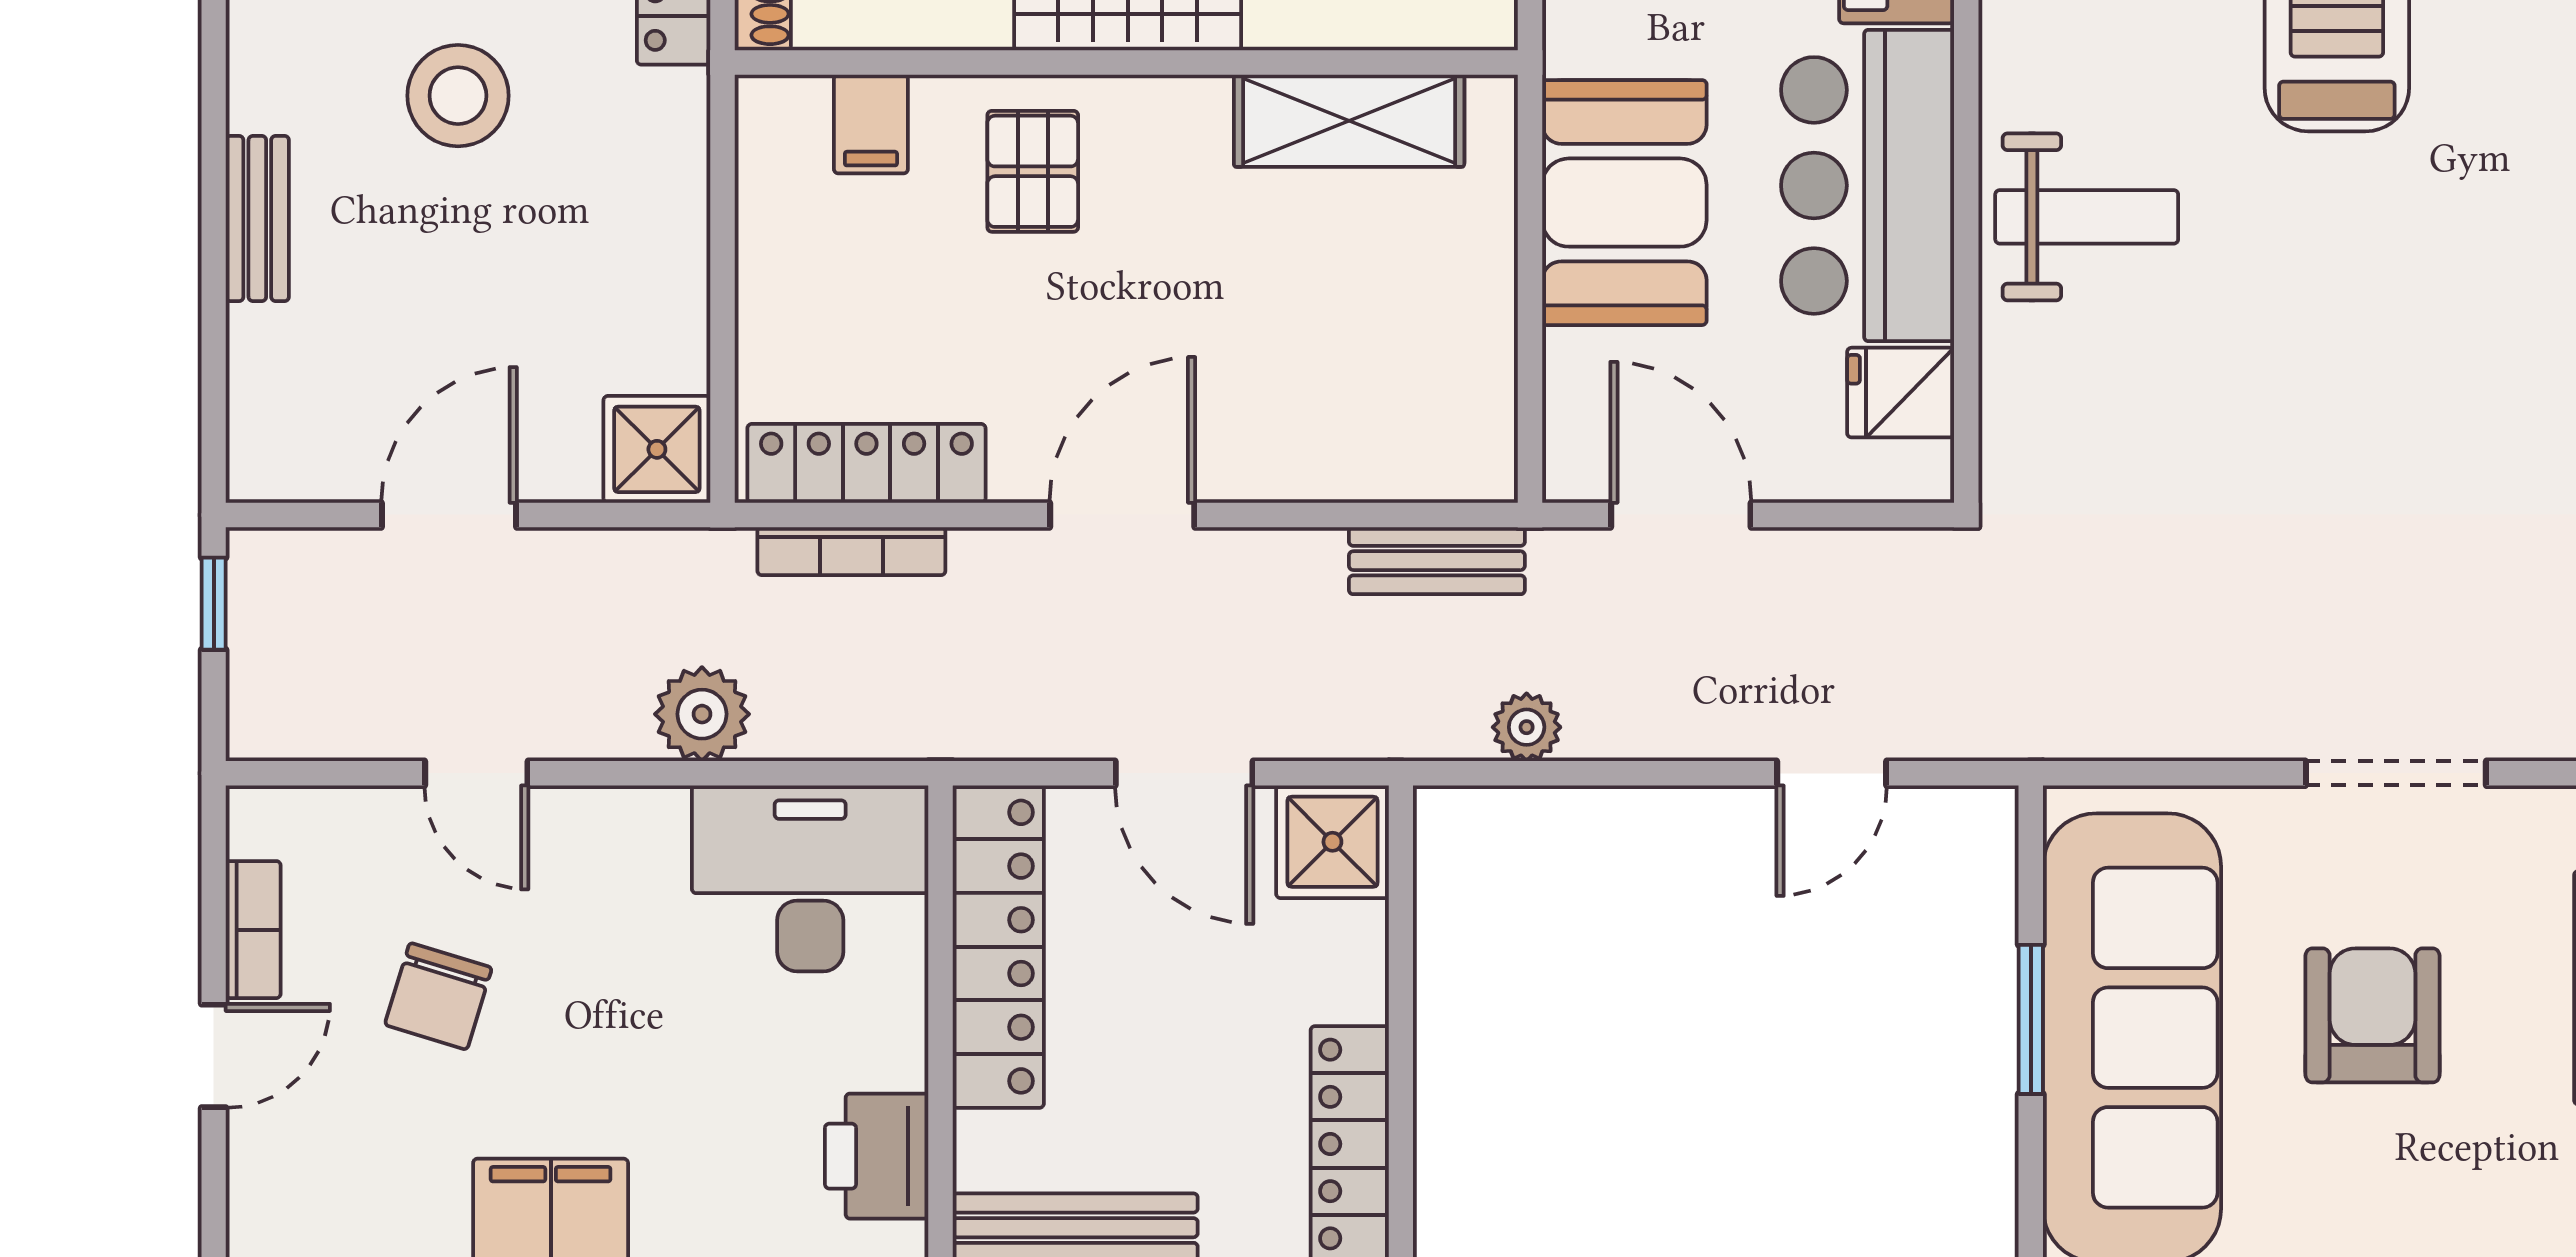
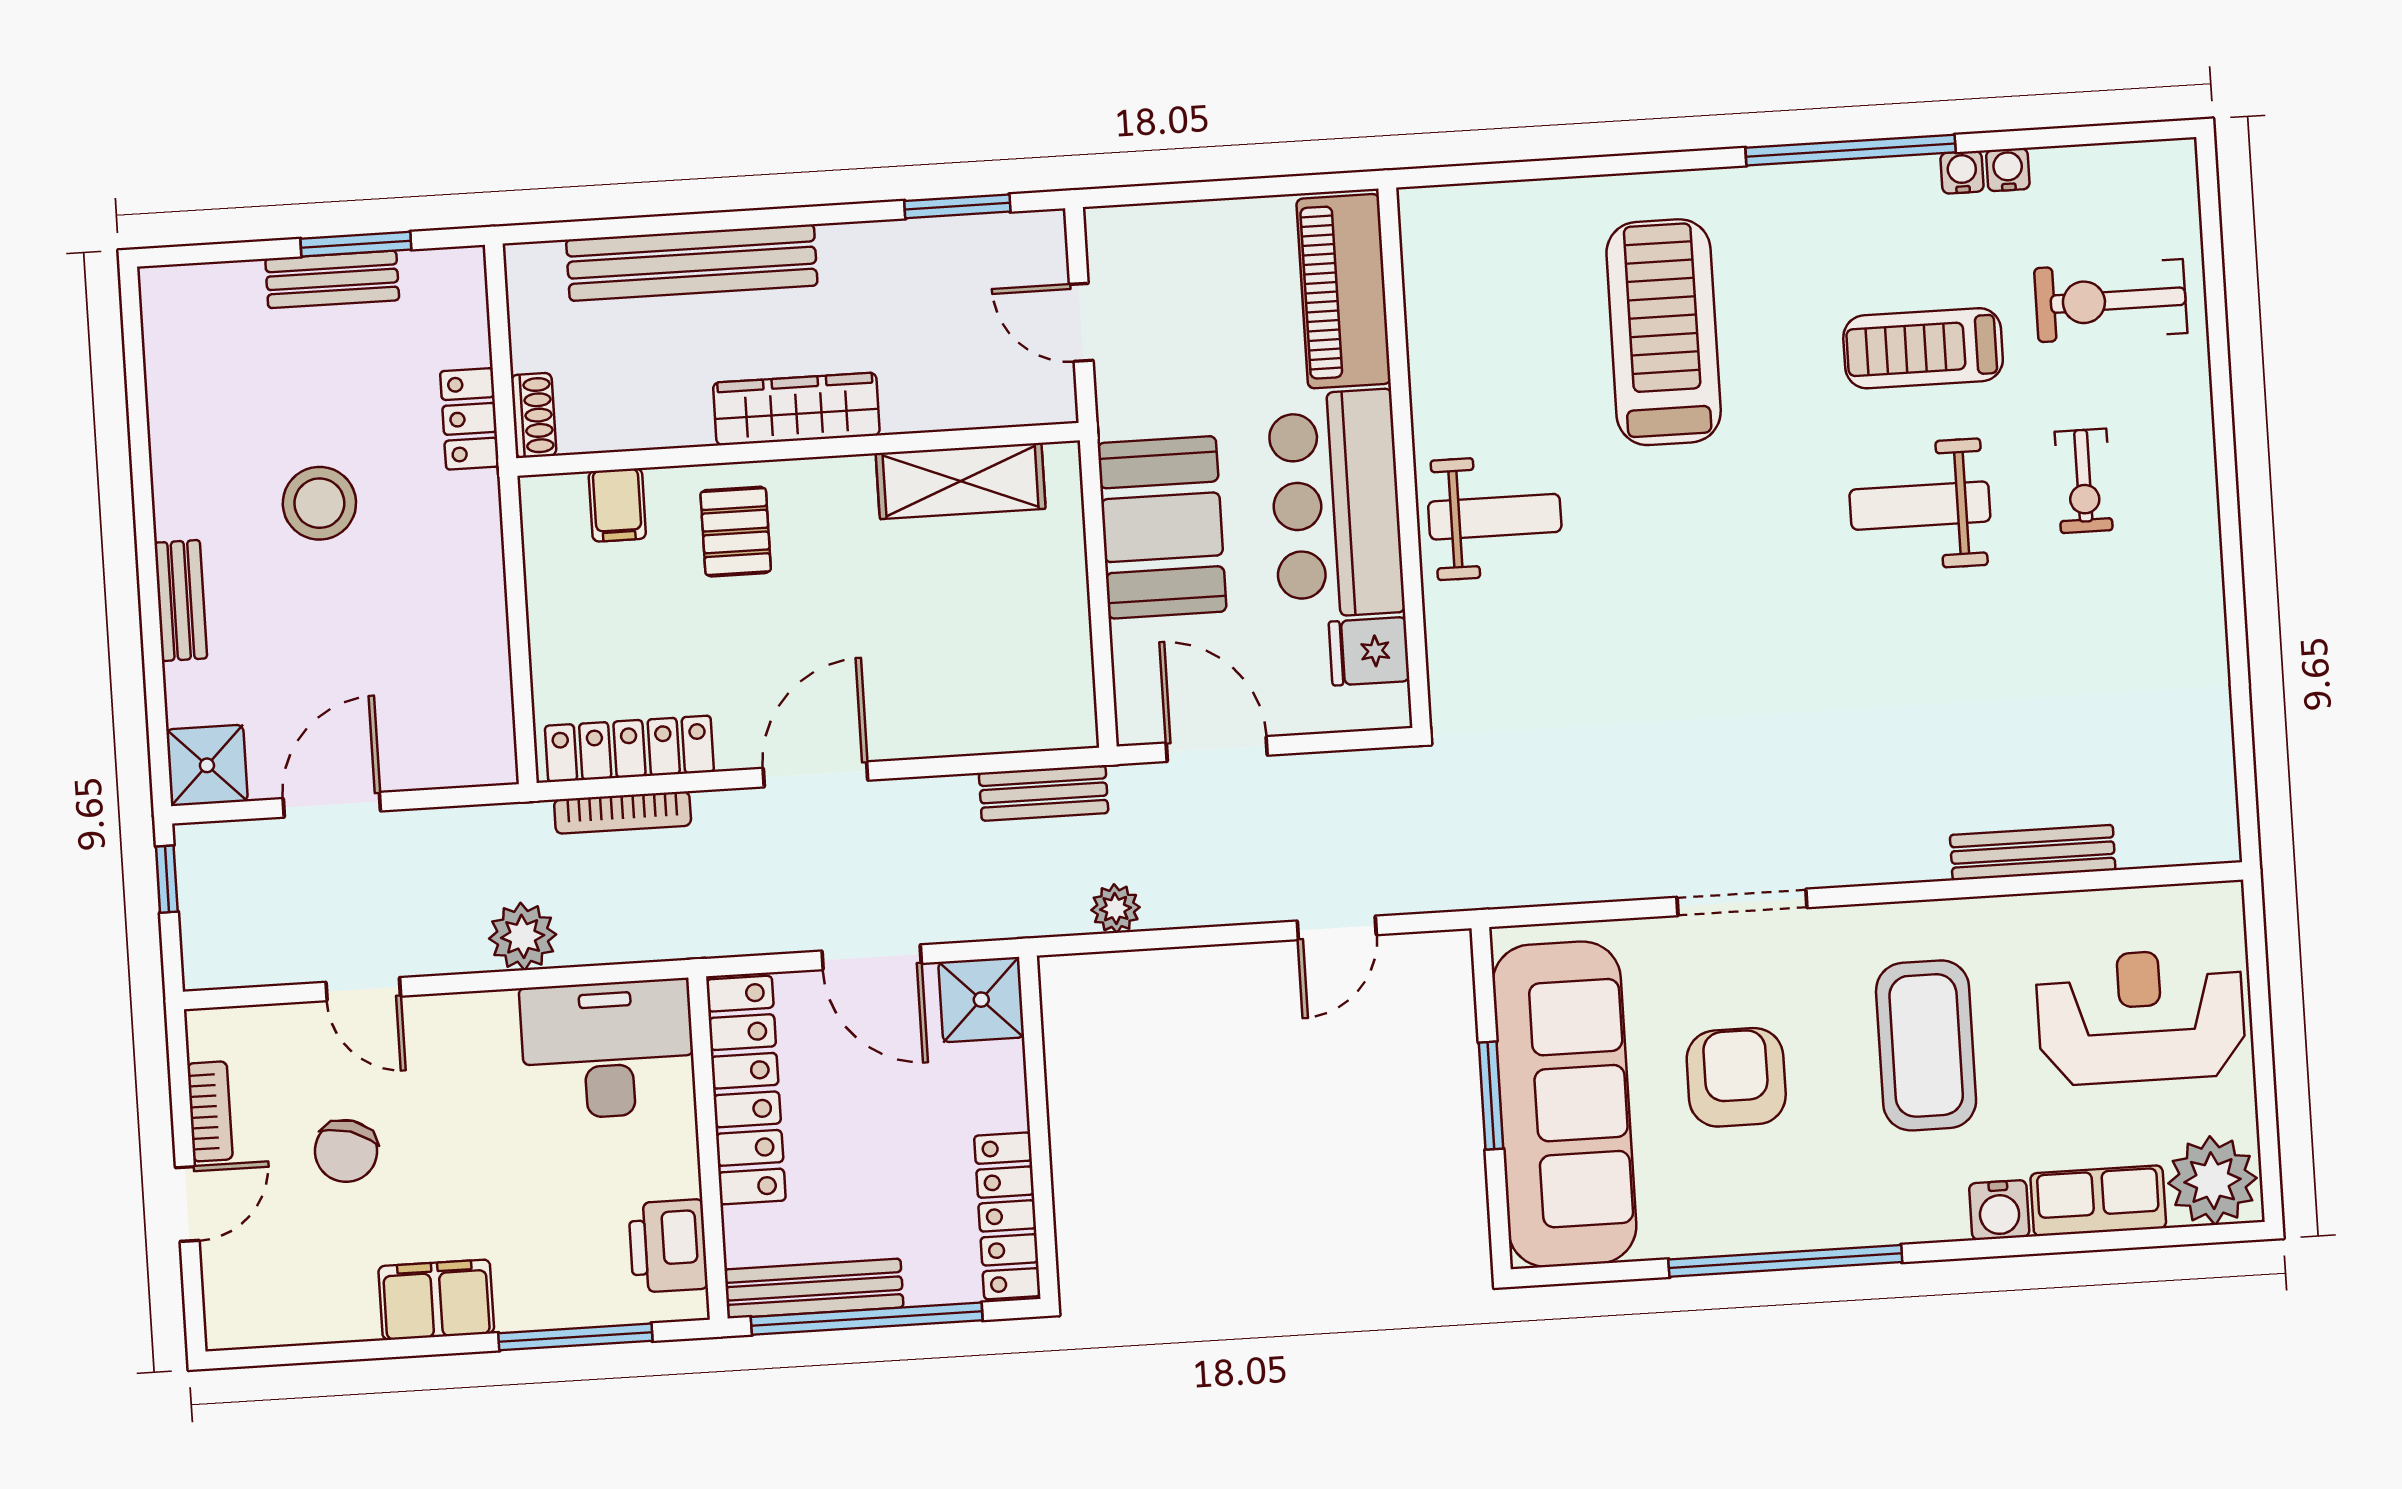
shower: (657, 449) -> (207, 765), moved

